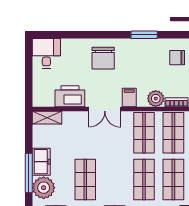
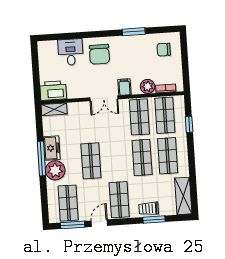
desk: (46, 53) -> (71, 52), moved
printer: (70, 96) -> (53, 91), moved

